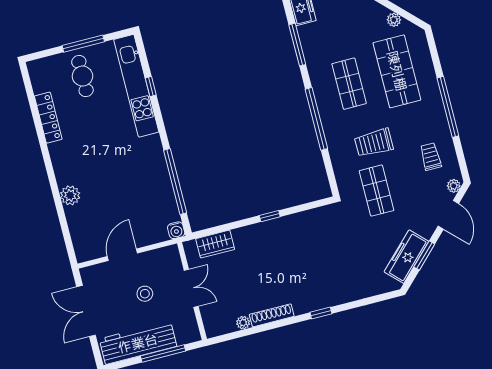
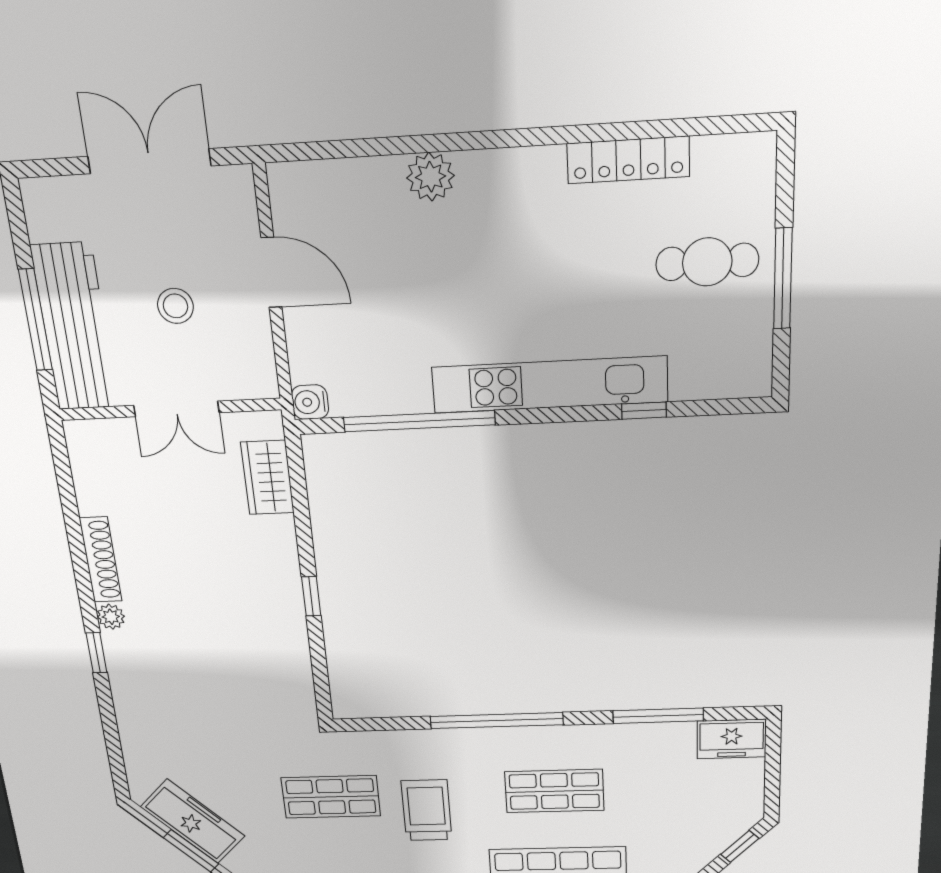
kitchen unit: (136, 86) -> (550, 385), moved
plant: (243, 323) -> (111, 617), moved
workbench: (138, 343) -> (75, 327), moved

